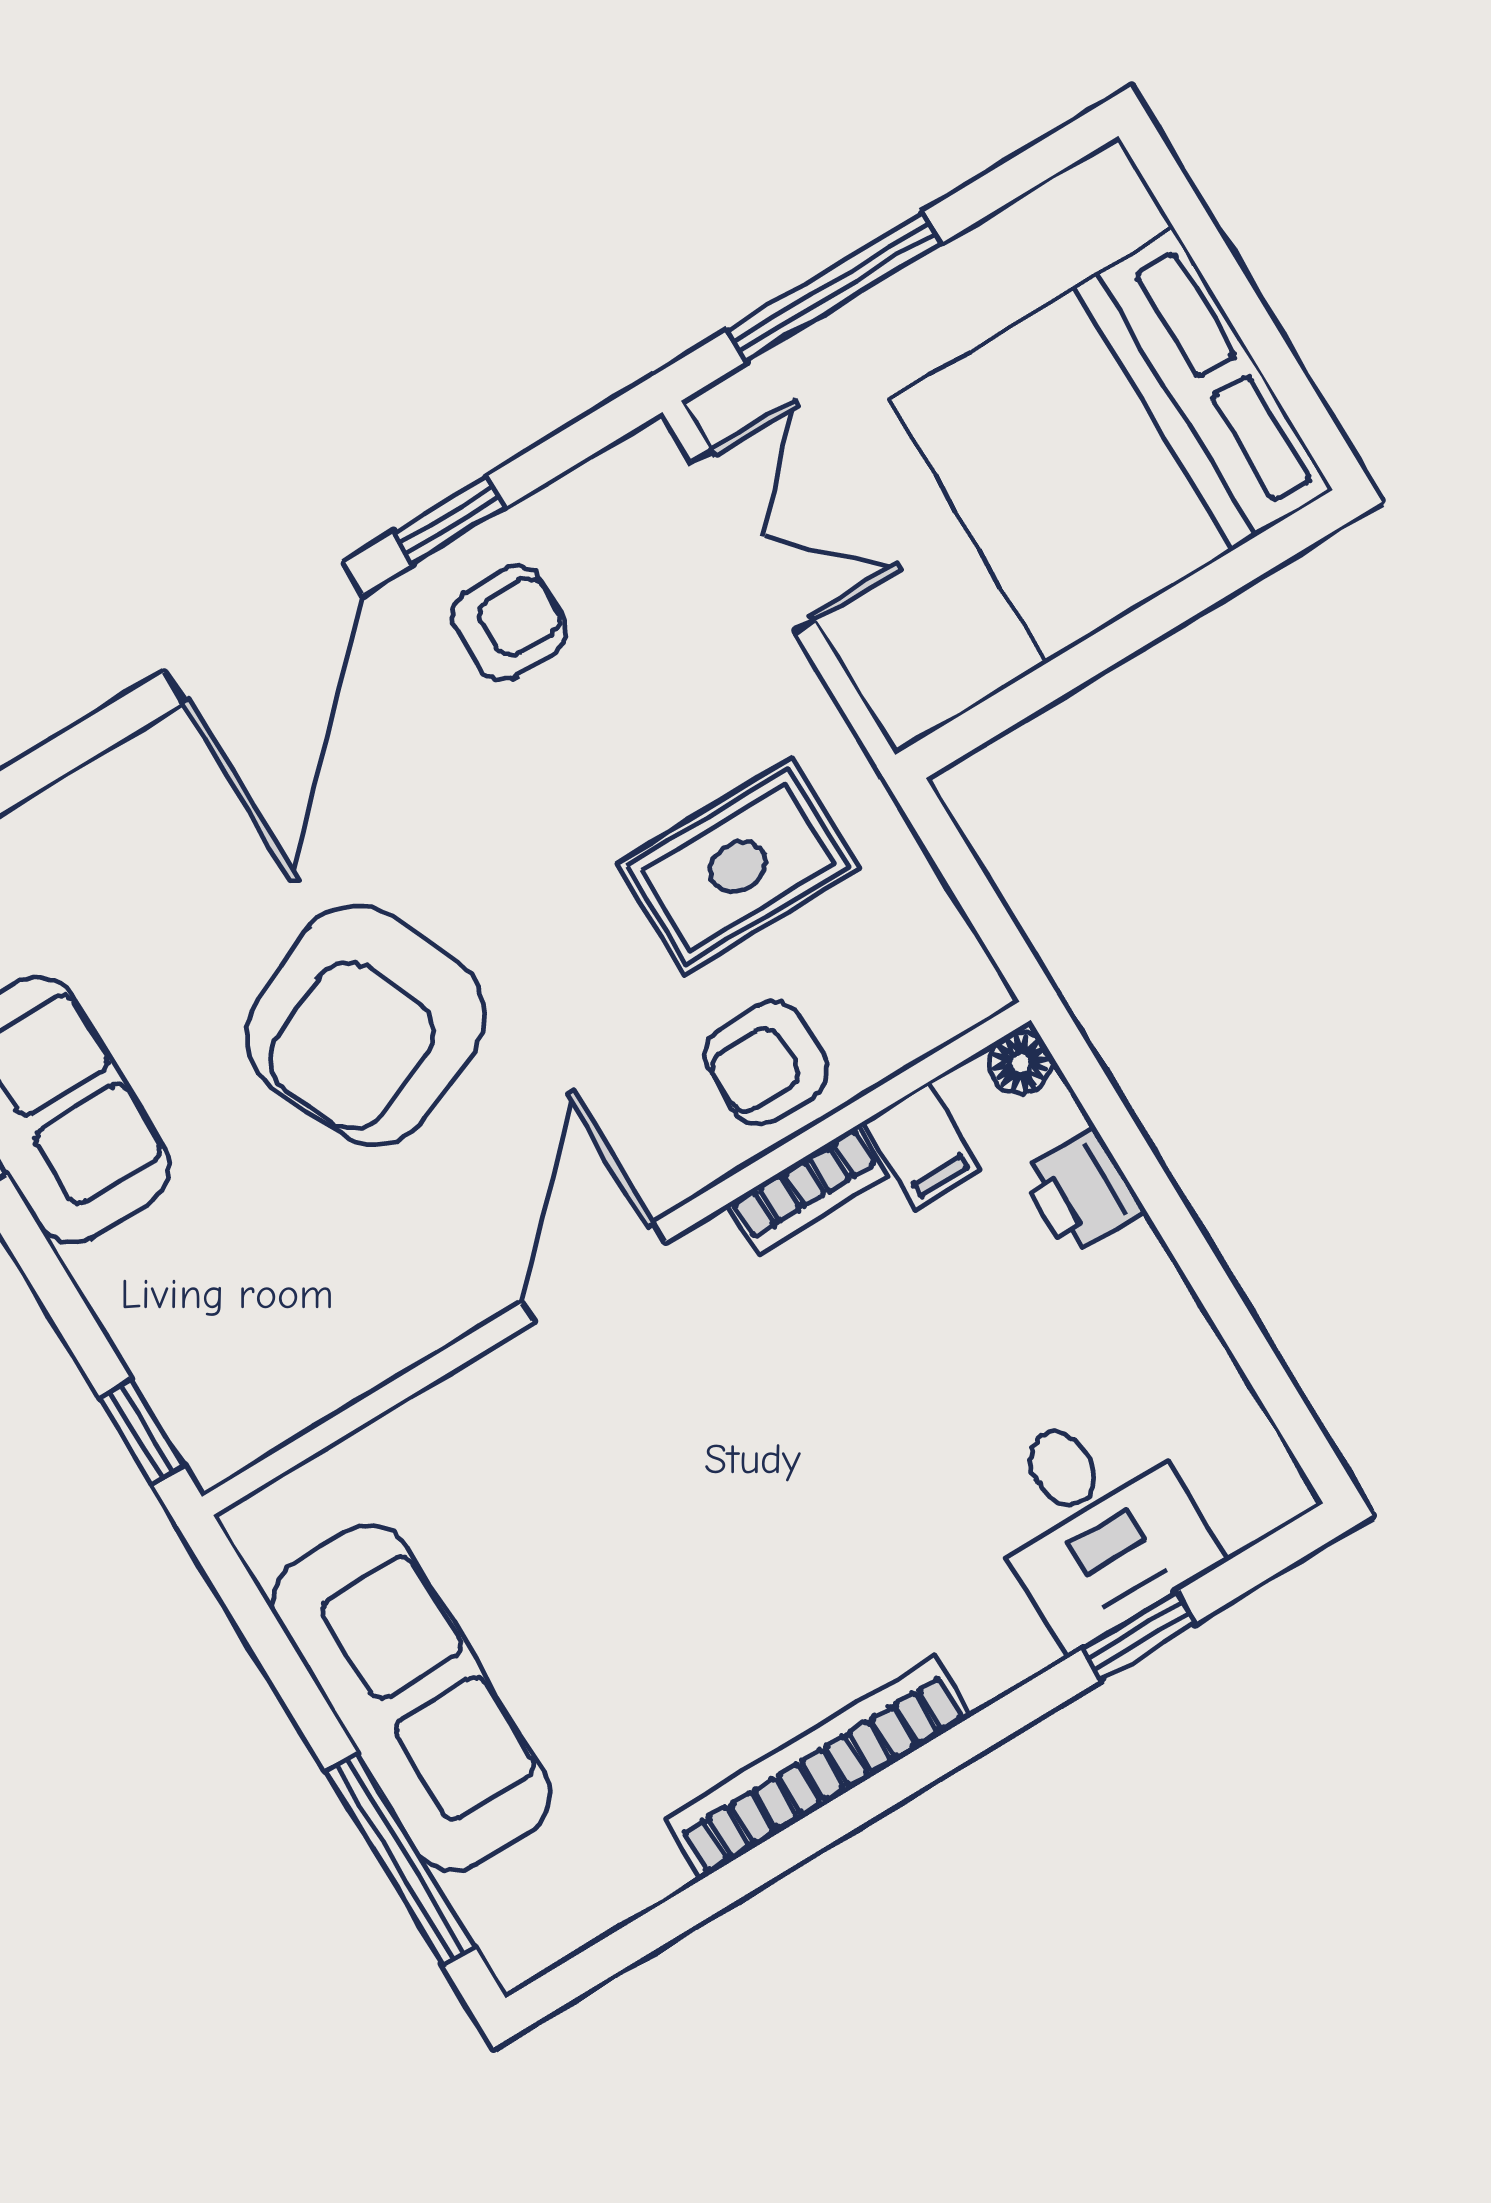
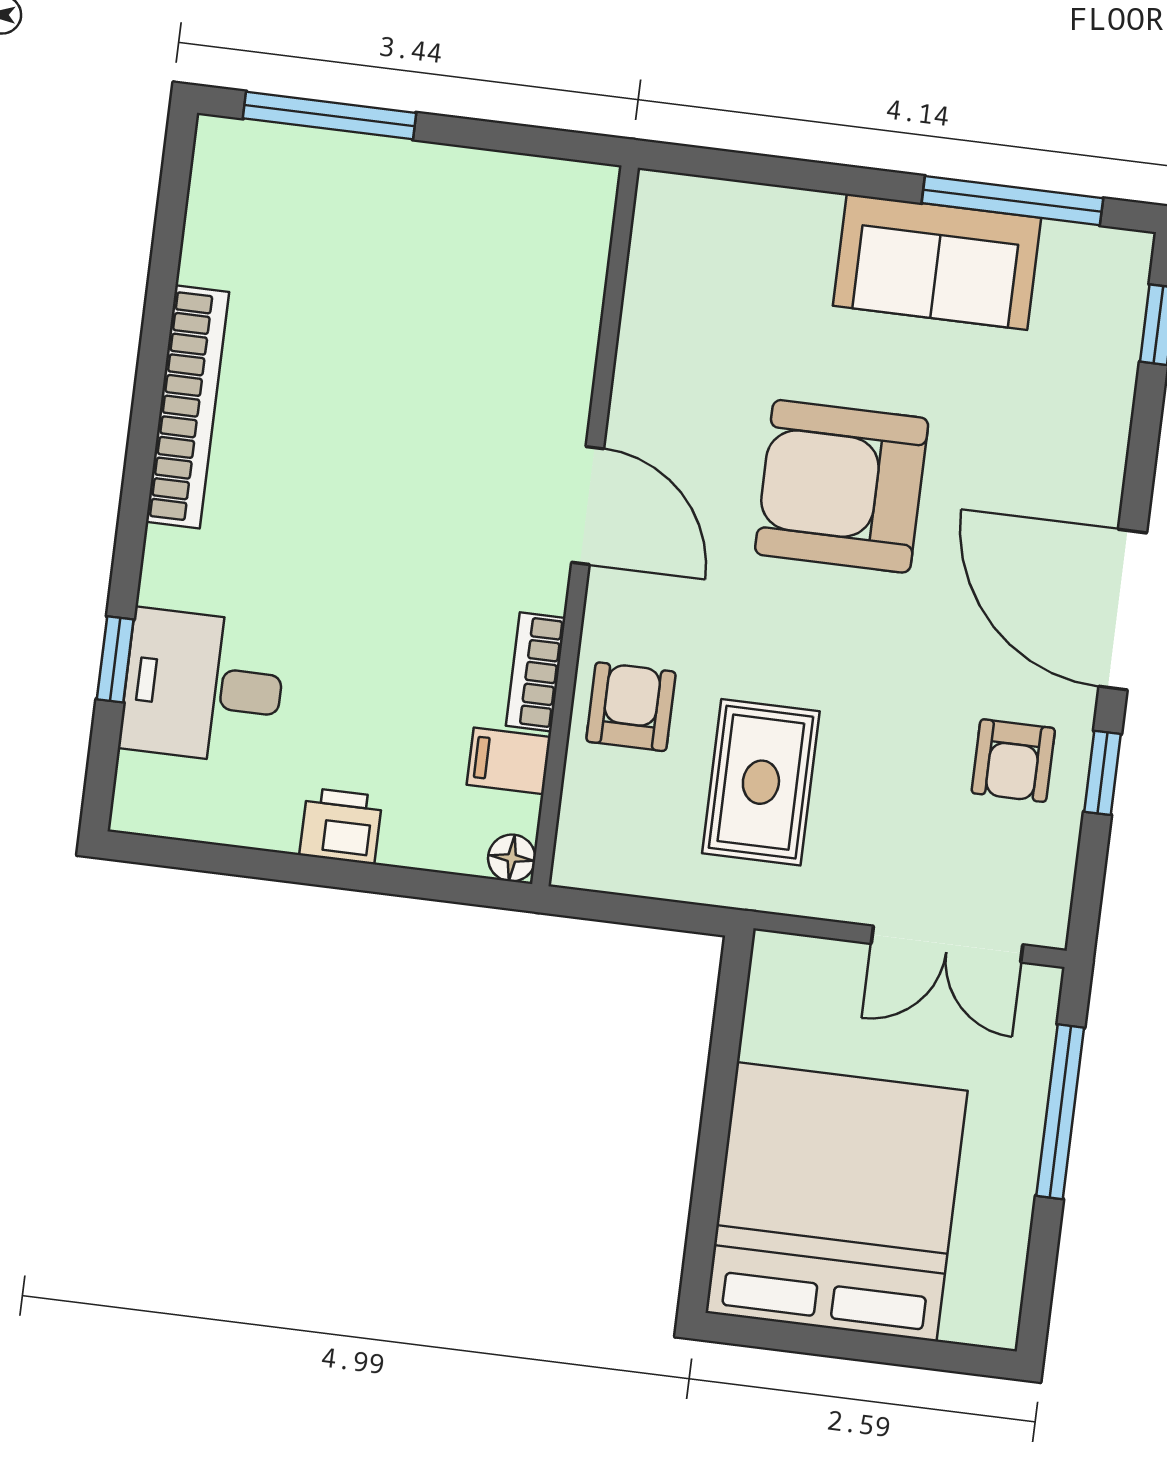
armchair: (365, 1025) -> (842, 486), turned -66
printer: (1082, 1192) -> (341, 826), moved
window: (142, 1432) -> (705, 162), removed
sofa: (411, 1698) -> (420, 198), removed

